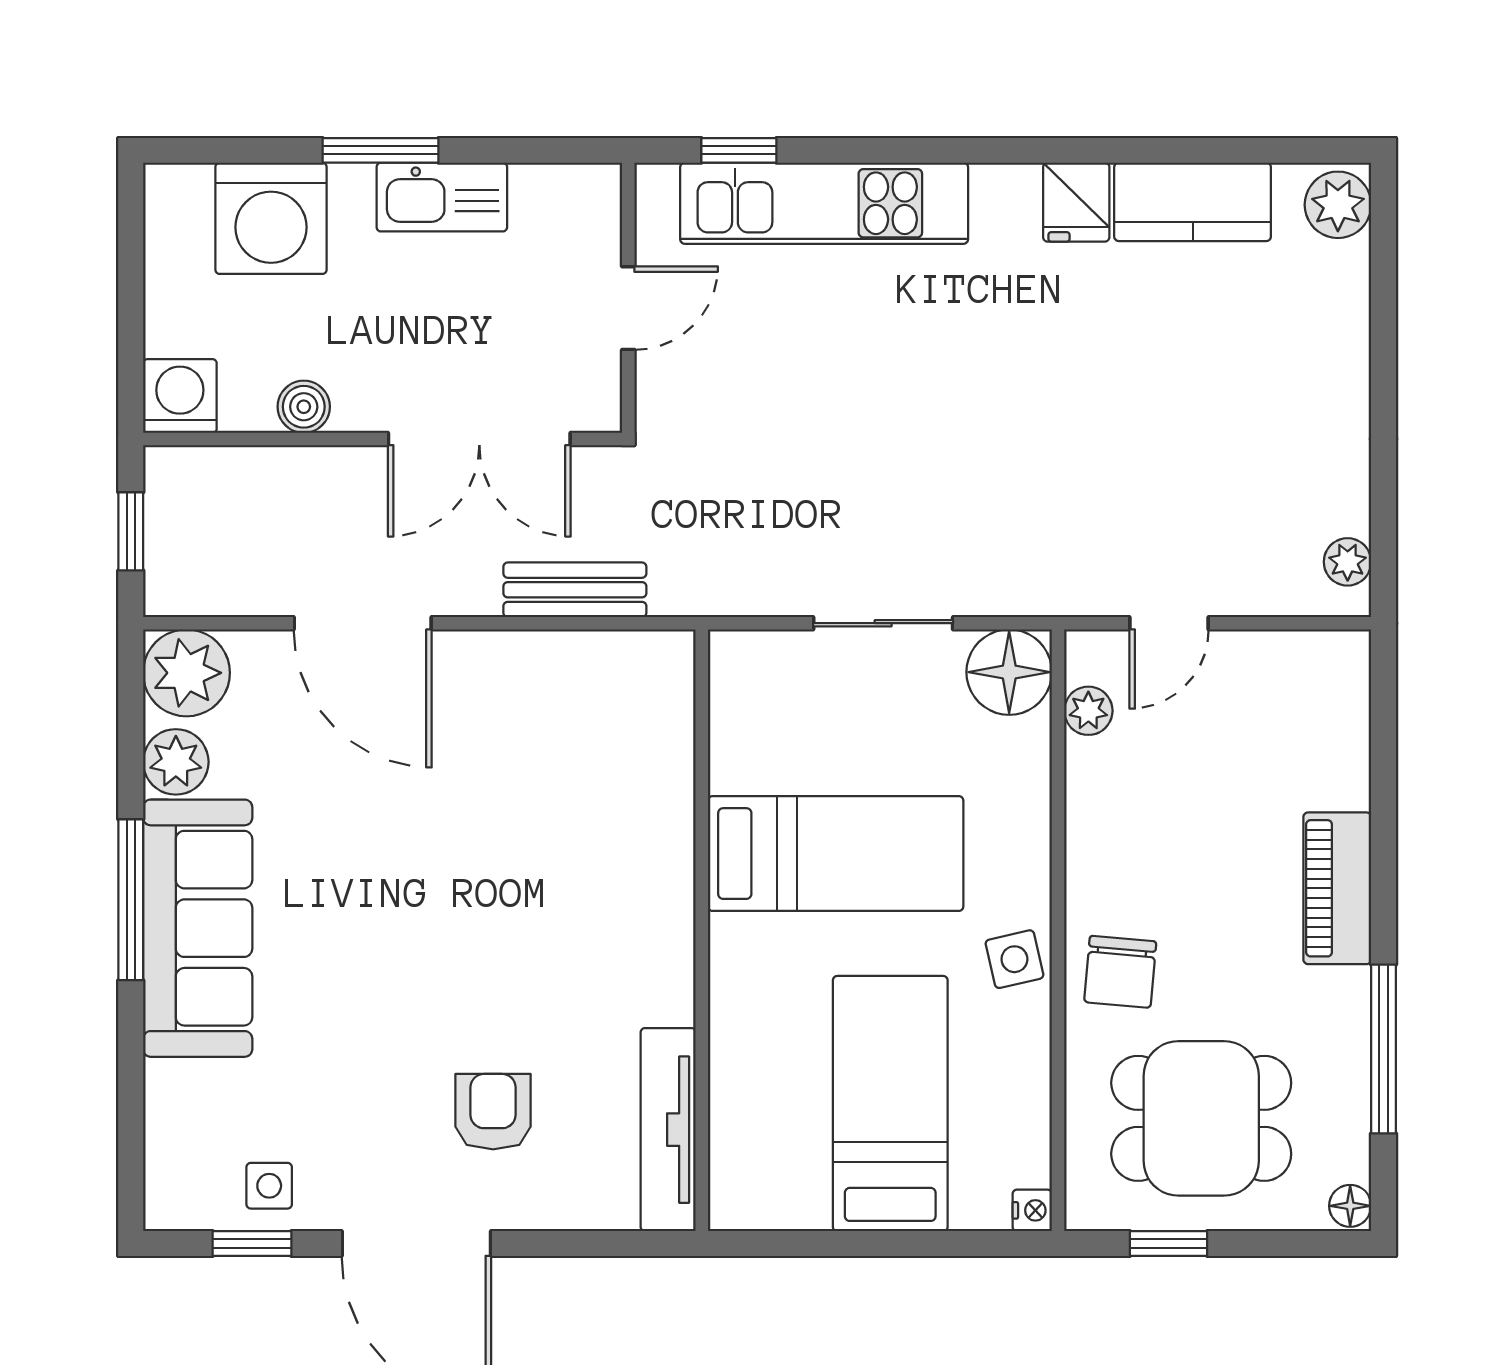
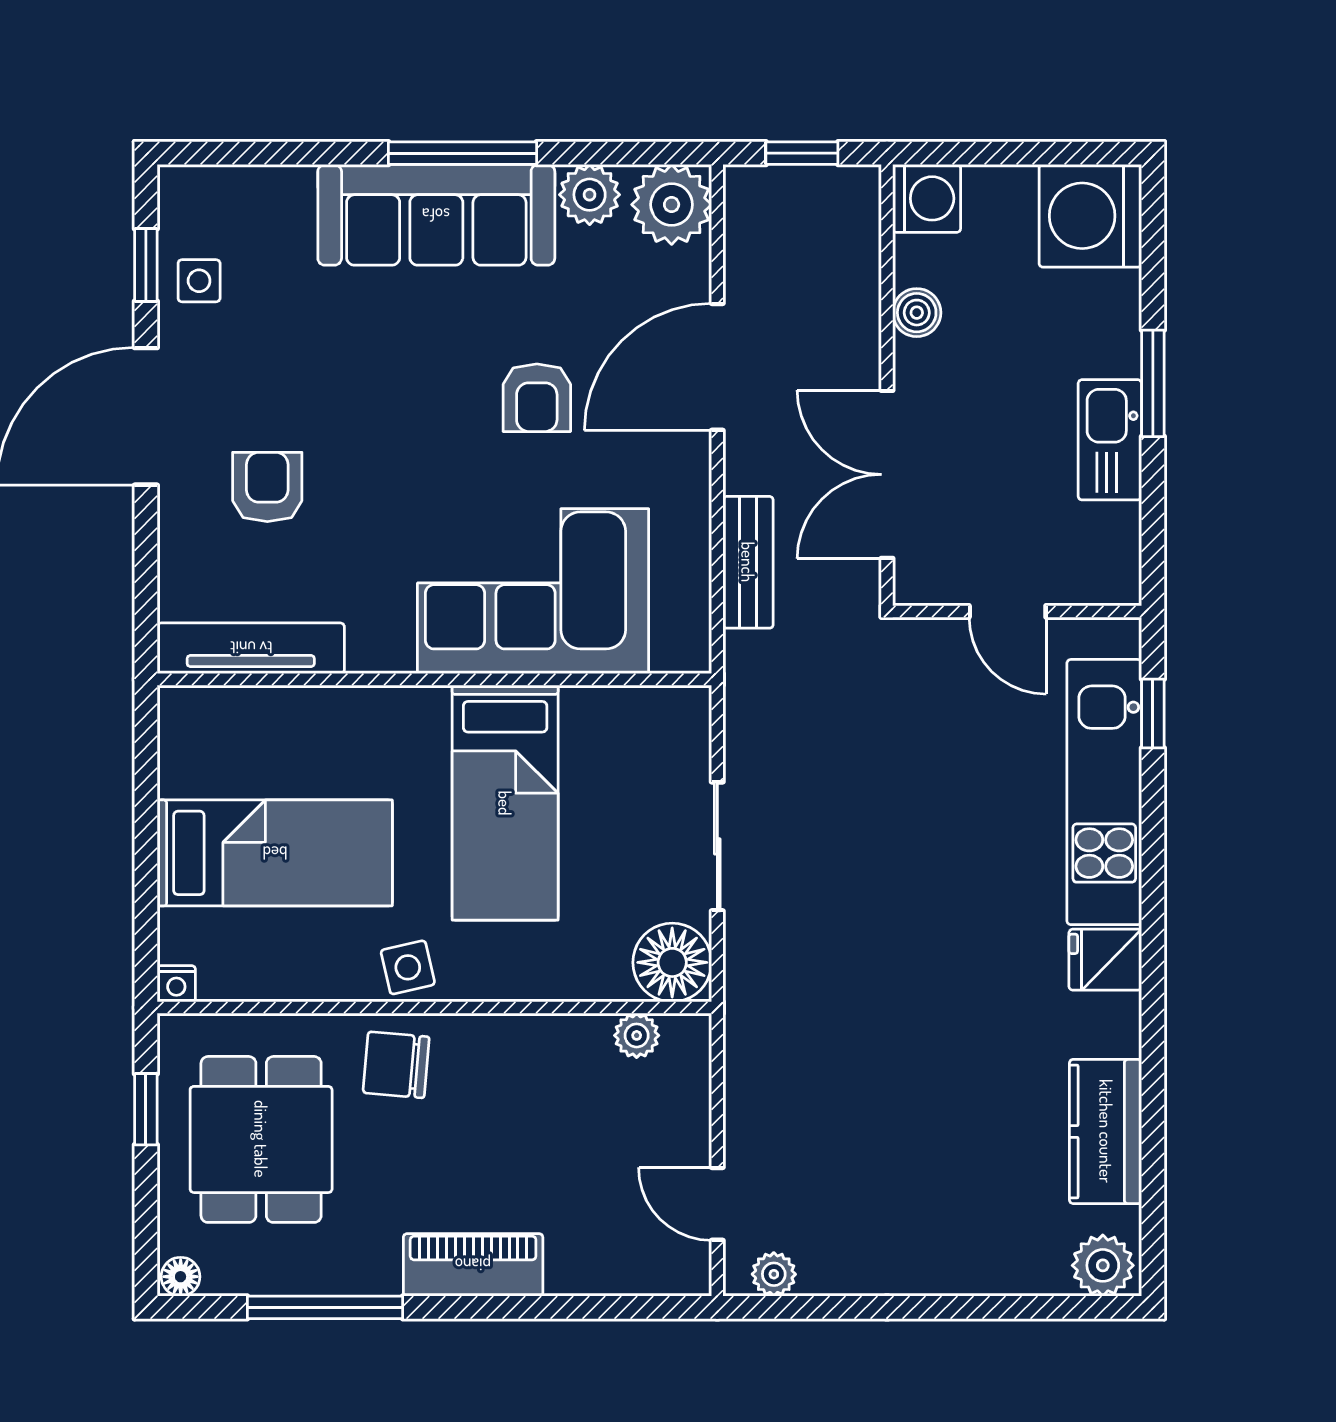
fridge: (1076, 202) -> (1105, 960), moved
washing machine: (271, 218) -> (1090, 216), moved
door: (1169, 623) -> (717, 1204), moved
armchair: (396, 819) -> (537, 398), added
corner sofa: (606, 823) -> (533, 591), added
armchair: (493, 1112) -> (267, 487), turned -90

